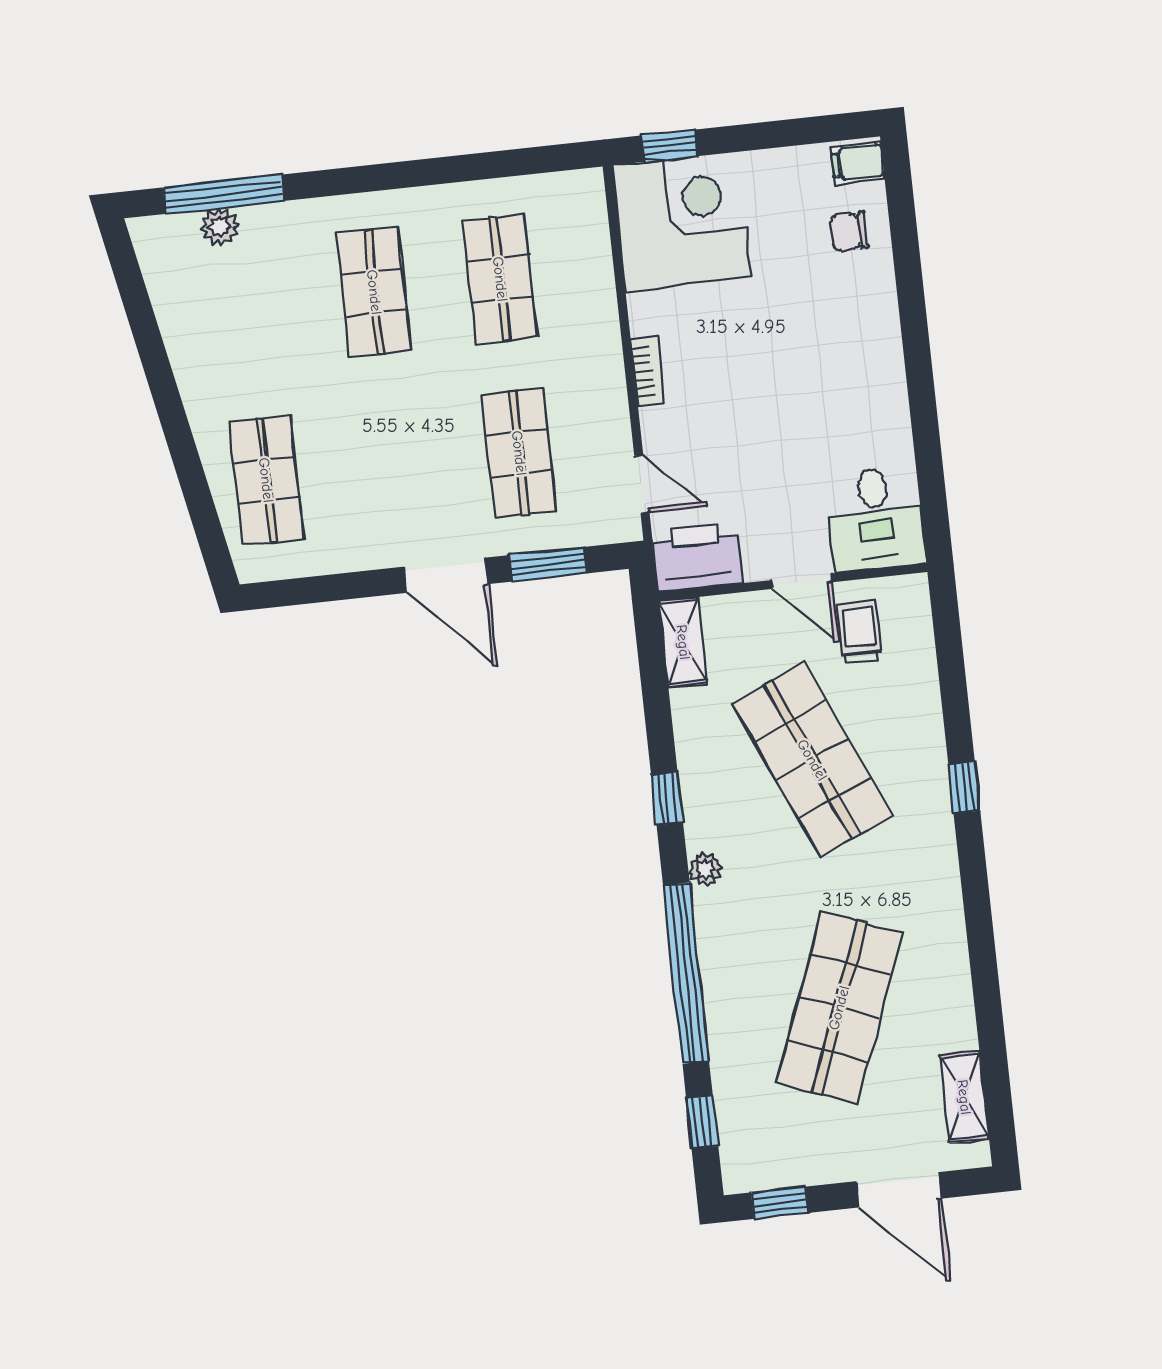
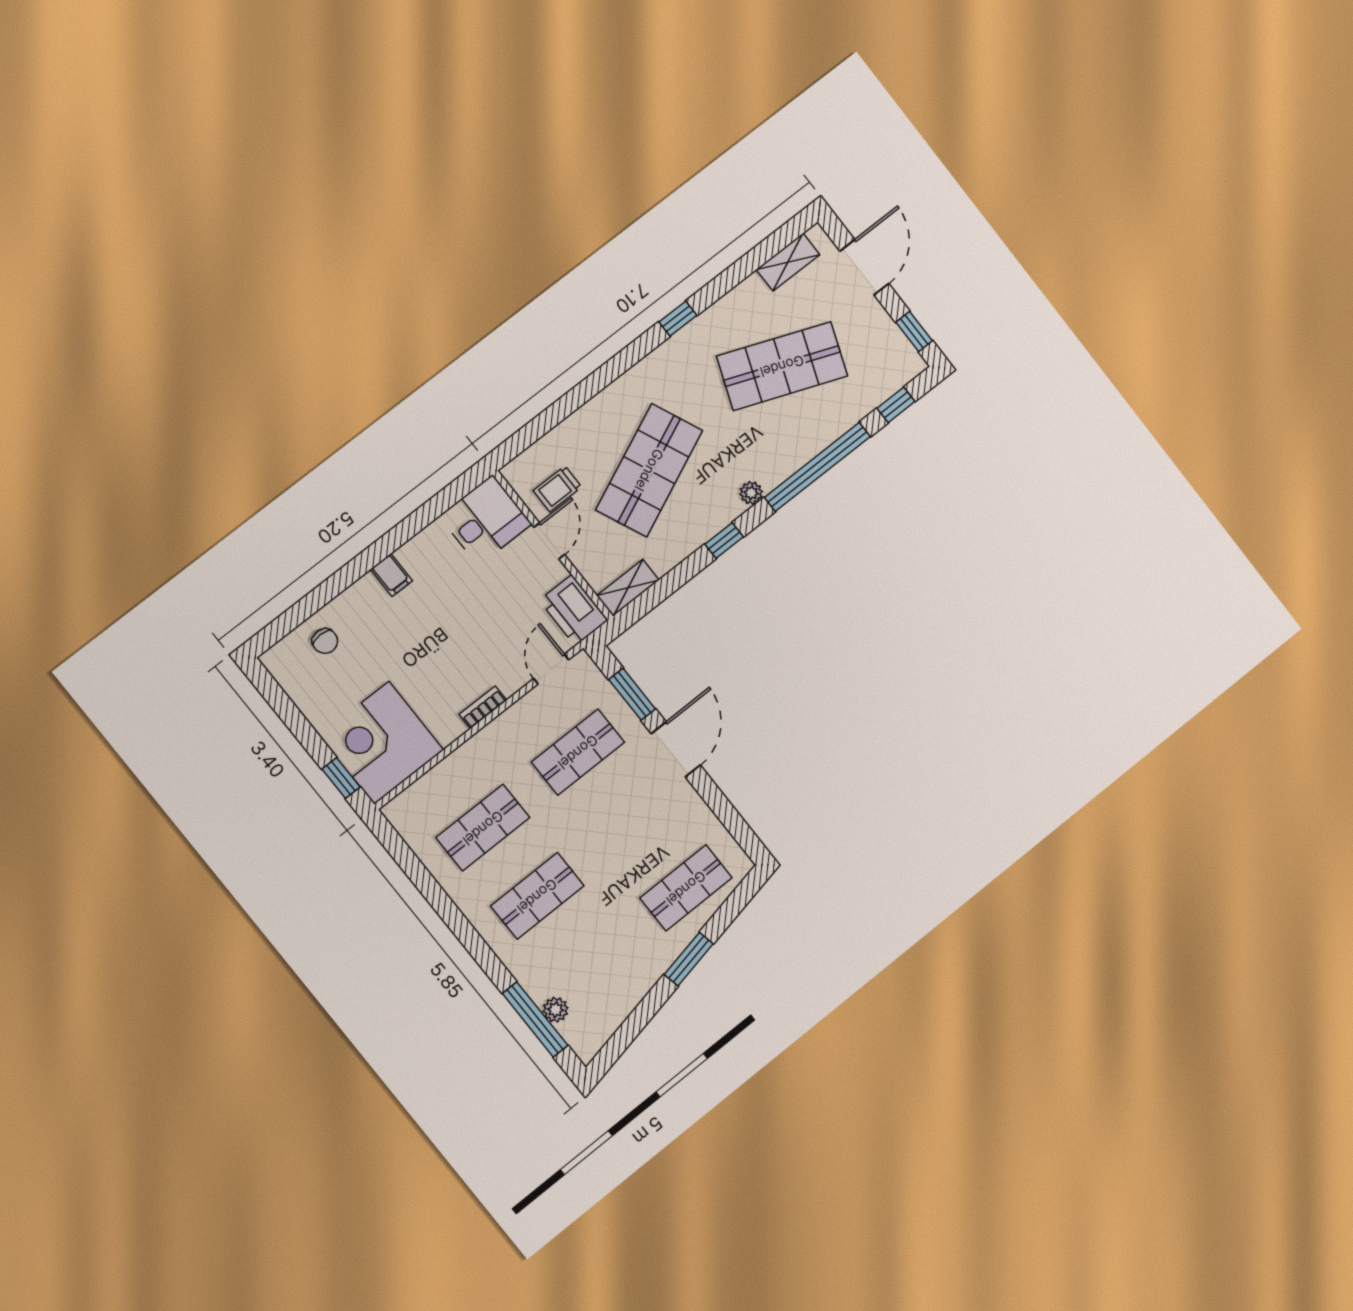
filing cabinet: (858, 163) -> (391, 575), moved
window: (176, 428) -> (689, 959), added
window: (964, 787) -> (678, 319), moved

